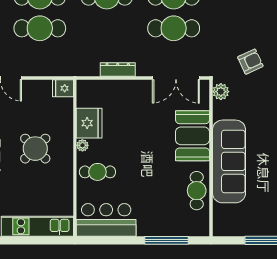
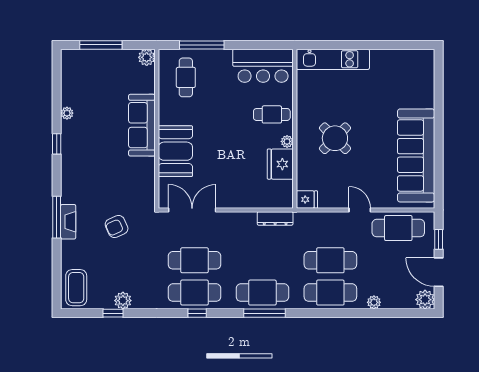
dresser: (118, 70) -> (275, 218), moved
plant: (221, 92) -> (147, 57), moved
sofa: (229, 161) -> (142, 125), width x0.74, depth x0.79
cafe table: (197, 191) -> (186, 77), moved

